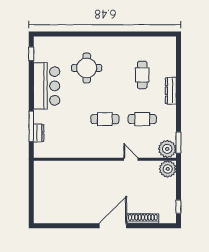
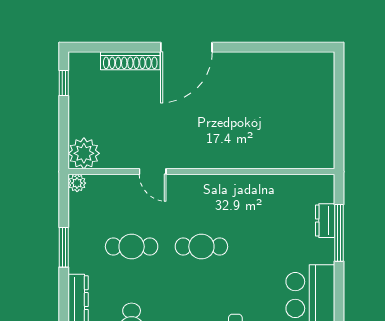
window: (178, 142) -> (64, 247), moved
plant: (167, 149) -> (77, 183), width x0.53, depth x0.53

